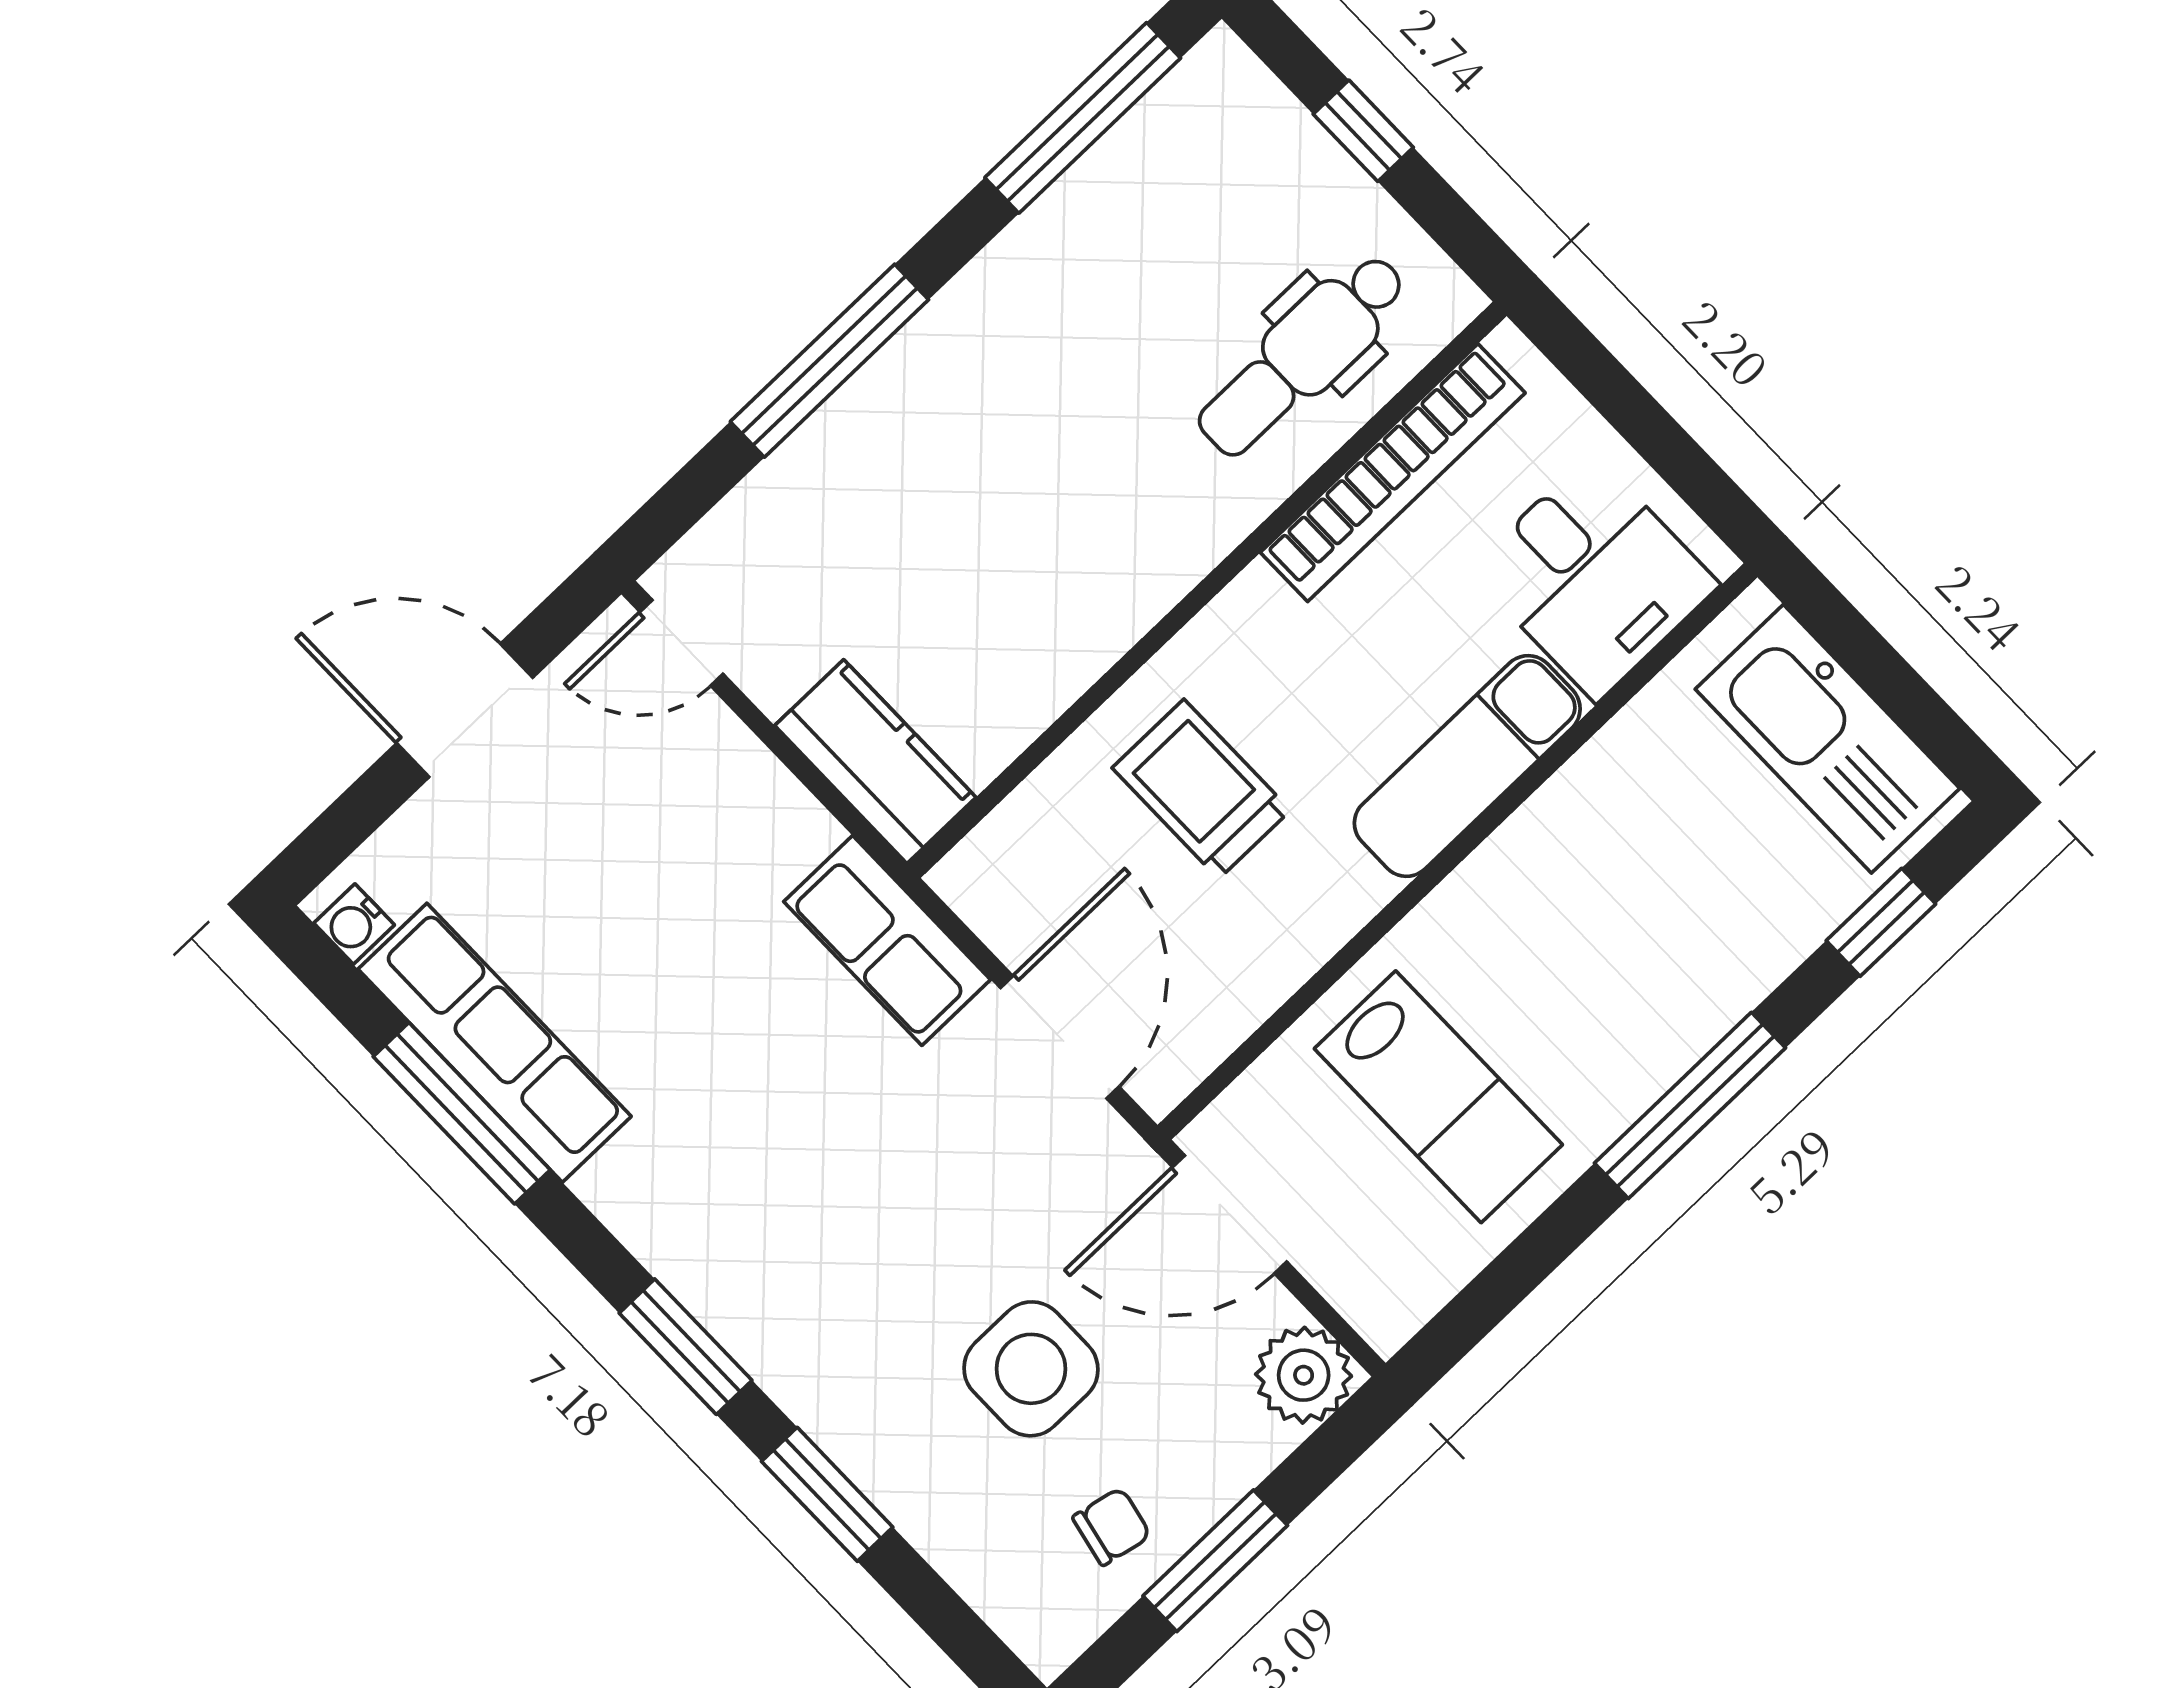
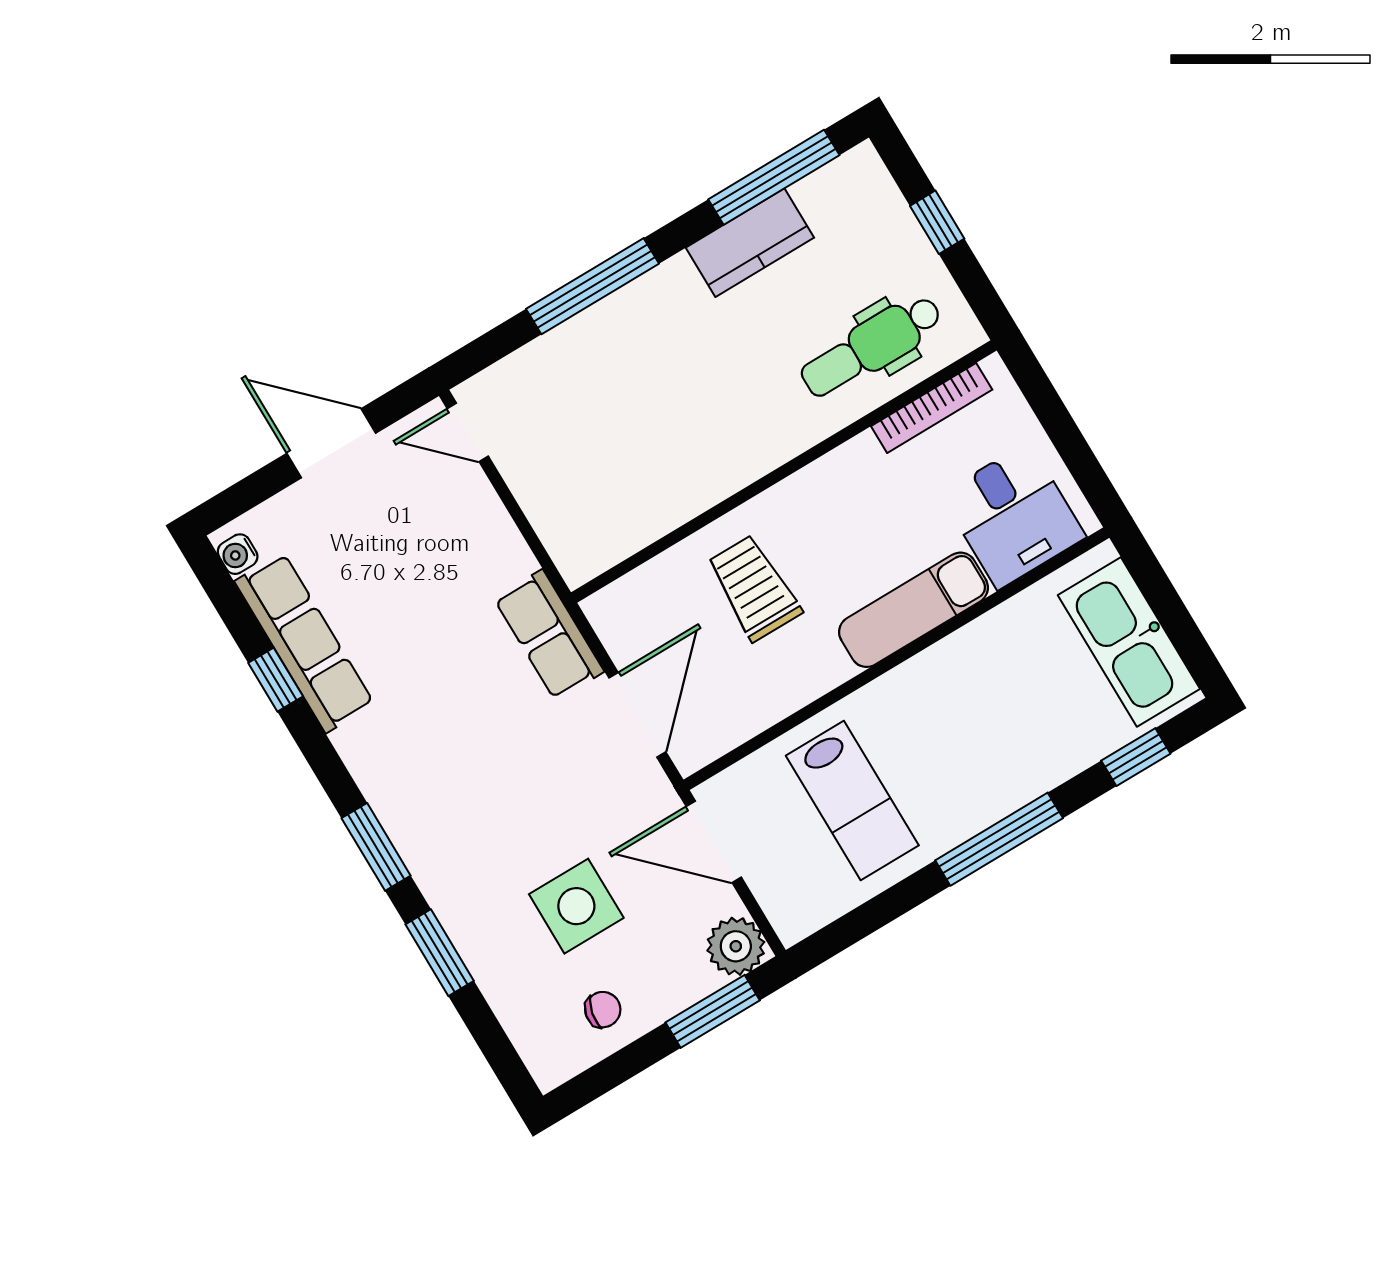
bookcase: (1393, 473) -> (932, 408), width x0.68, depth x0.76
kitchen counter: (875, 762) -> (750, 243), moved, turned 90
window: (462, 1113) -> (276, 680), width x0.46
window: (1215, 1561) -> (713, 1011), moved

